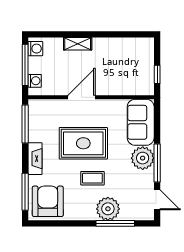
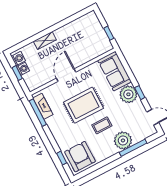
window: (25, 65) -> (17, 73), width x0.46
washing machine: (35, 81) -> (23, 69), moved
fireplace: (35, 159) -> (43, 106), moved
window: (157, 163) -> (140, 93), width x0.46
window: (25, 192) -> (62, 158), width x0.46

